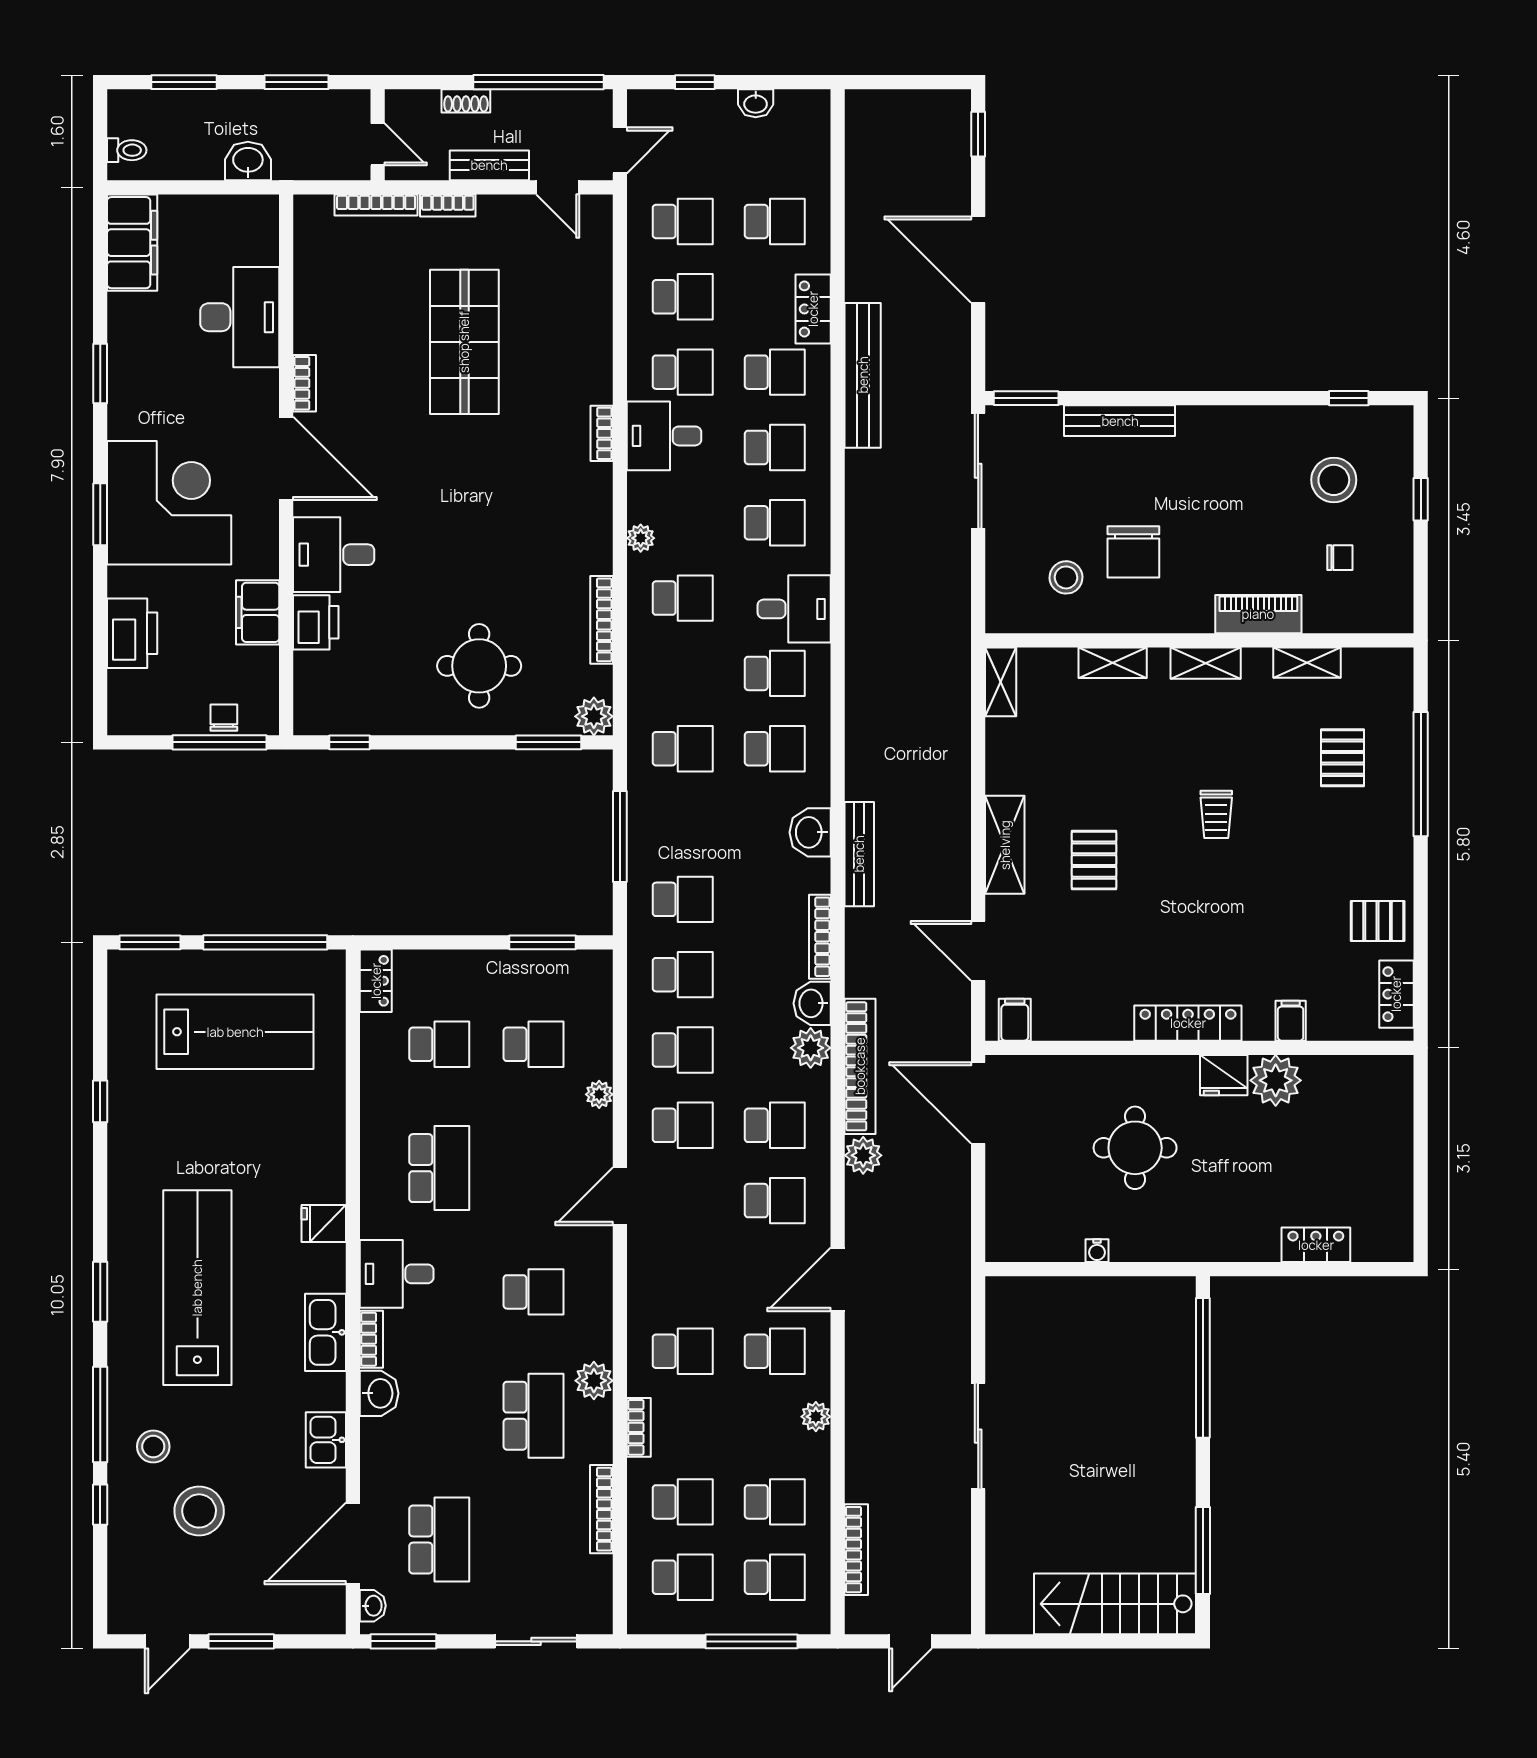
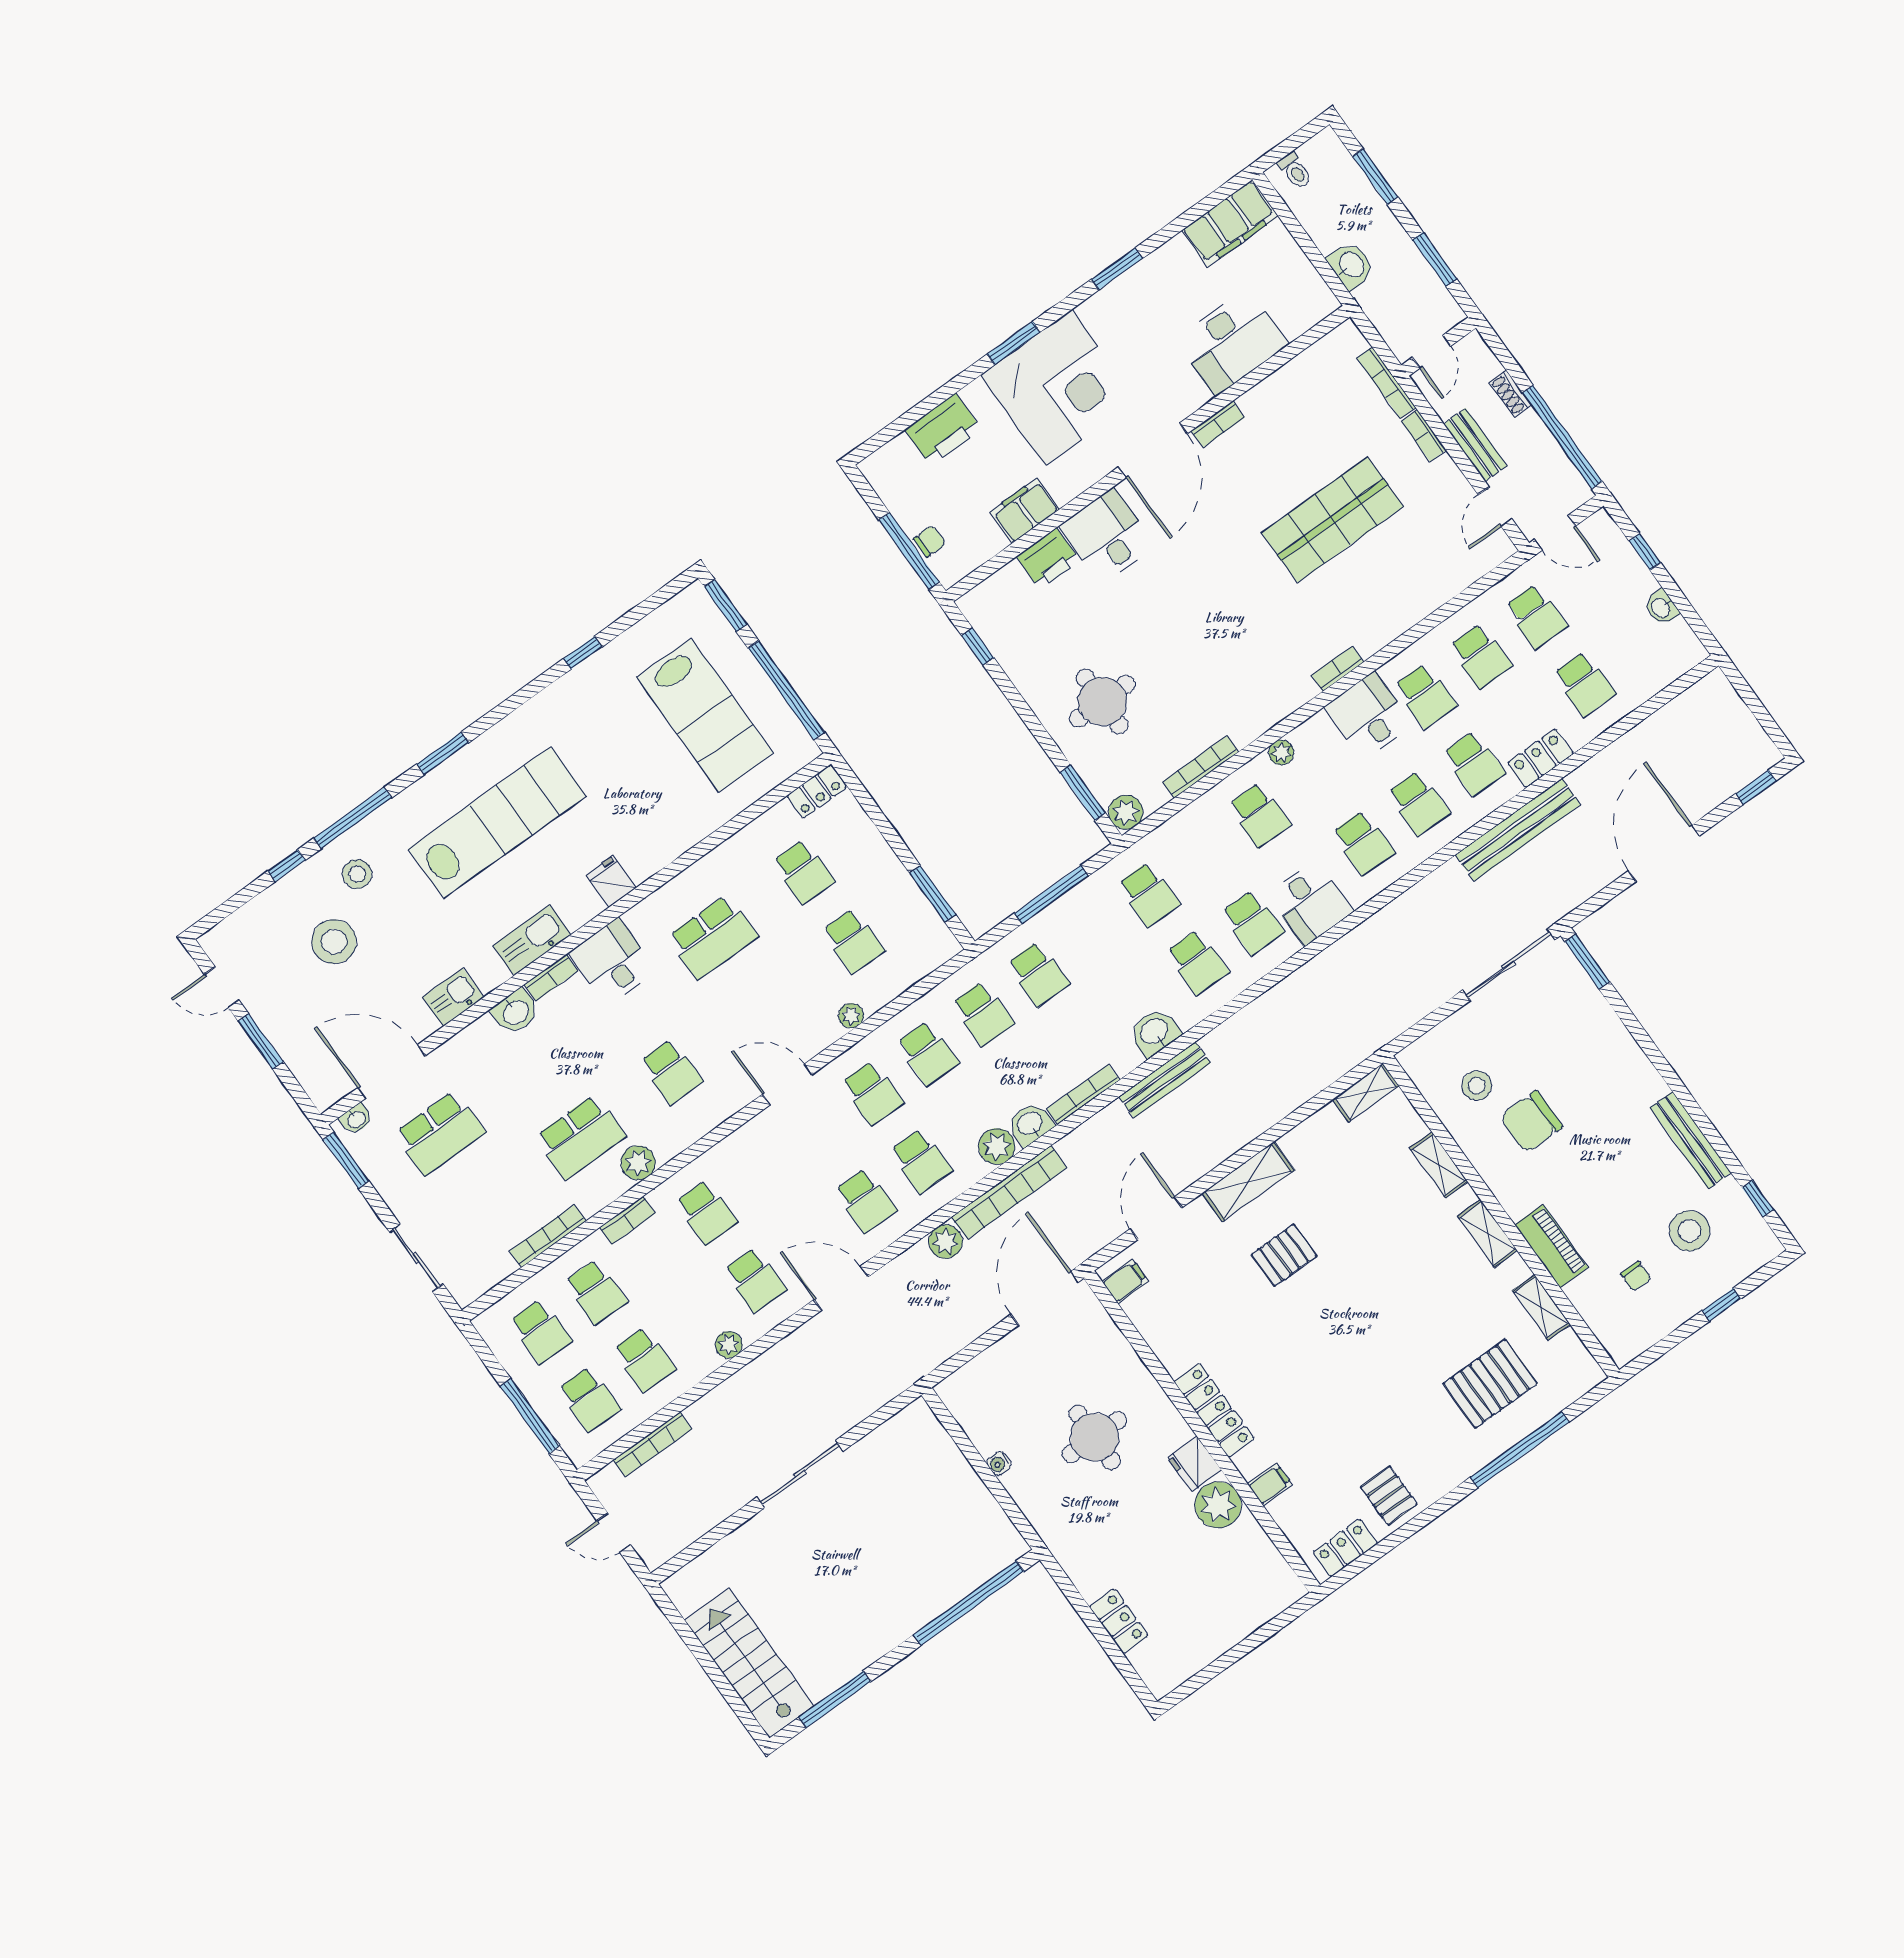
bench: (1120, 421) -> (1691, 1140), moved
pallet: (1342, 758) -> (1490, 1384), width x1.50, depth x1.42
trolley: (1216, 814) -> (1382, 1321), removed

